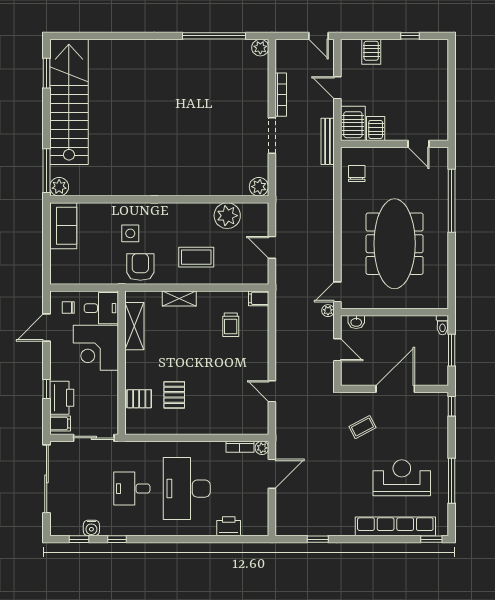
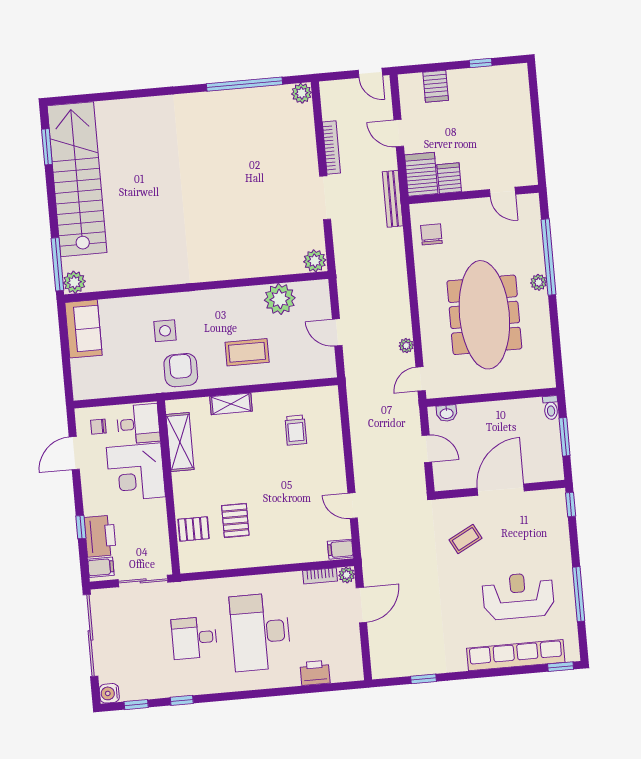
plant: (442, 221) -> (539, 282), added
filing cabinet: (259, 298) -> (340, 549), moved
plant: (328, 311) -> (406, 346), moved
water cooler: (91, 528) -> (109, 693), moved, turned 90

